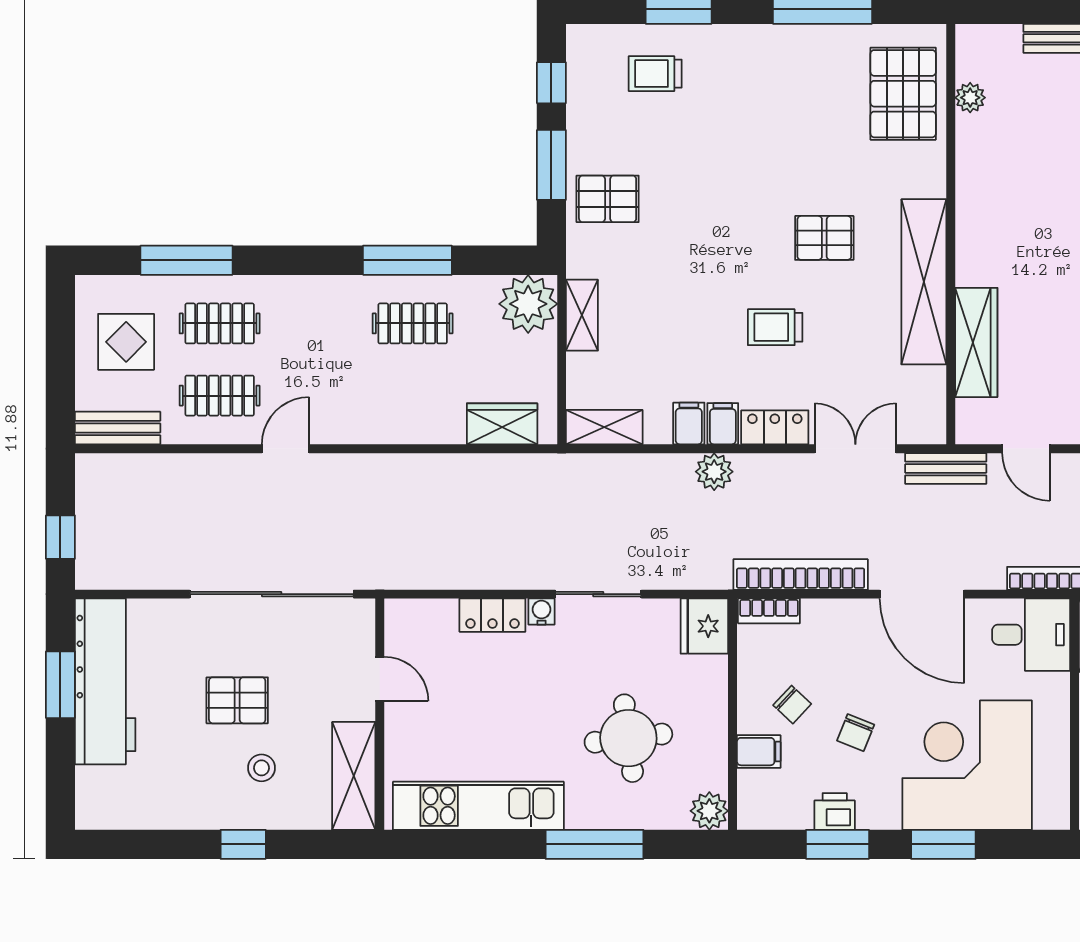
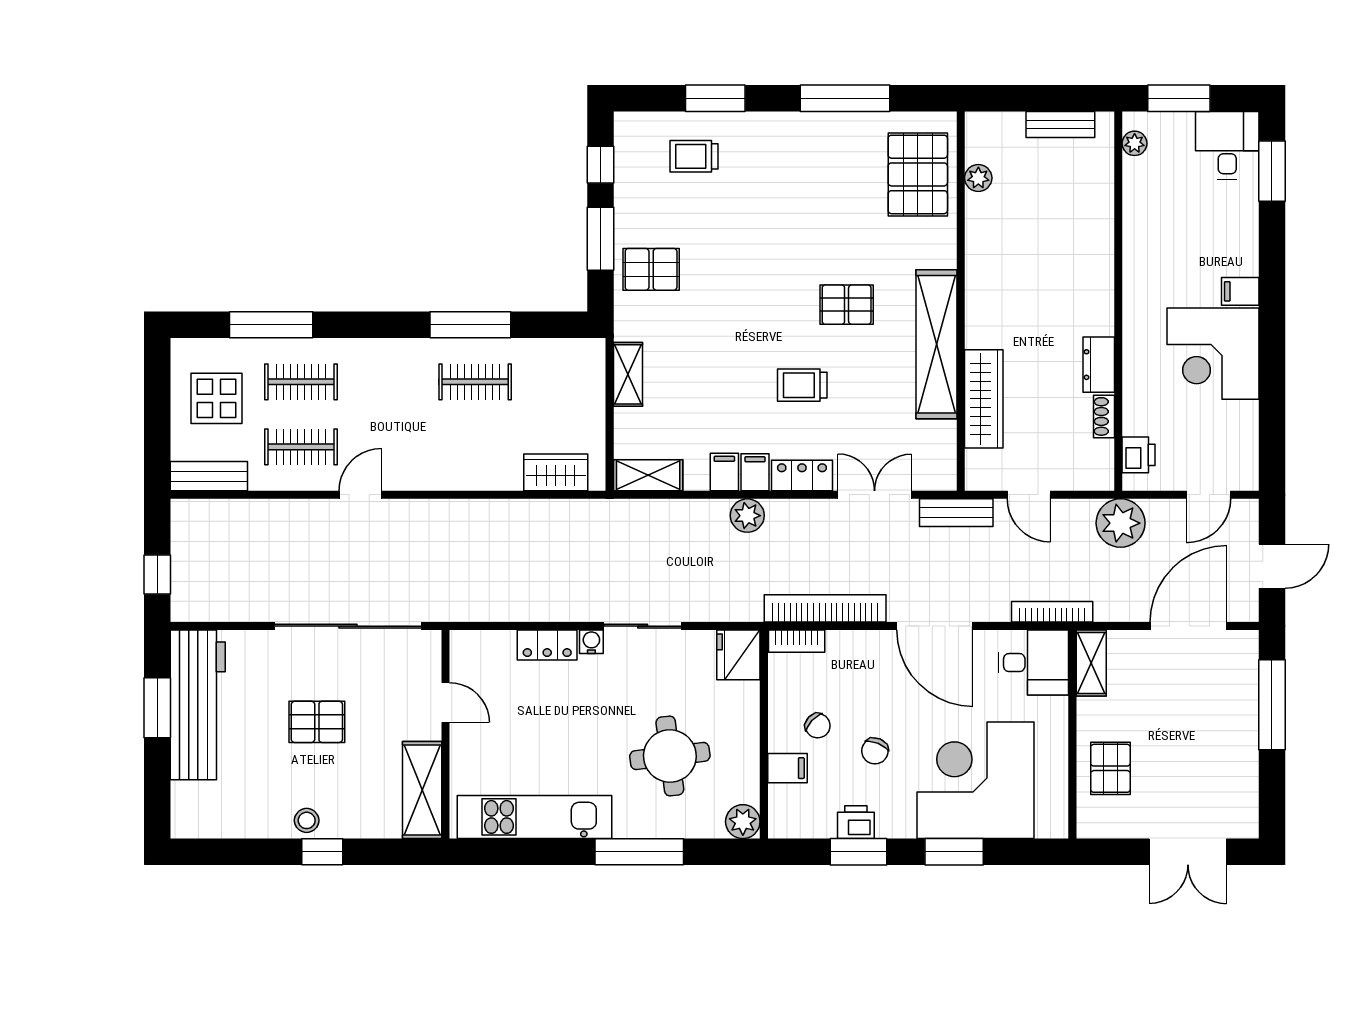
plant: (528, 304) -> (579, 364), removed
stool: (261, 768) -> (307, 820), moved

